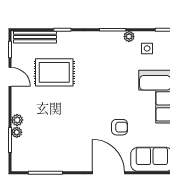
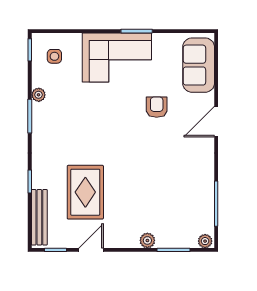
side table: (147, 48) -> (54, 56), moved
plant: (17, 132) -> (205, 241), moved
door: (108, 173) -> (216, 122), width x0.73

